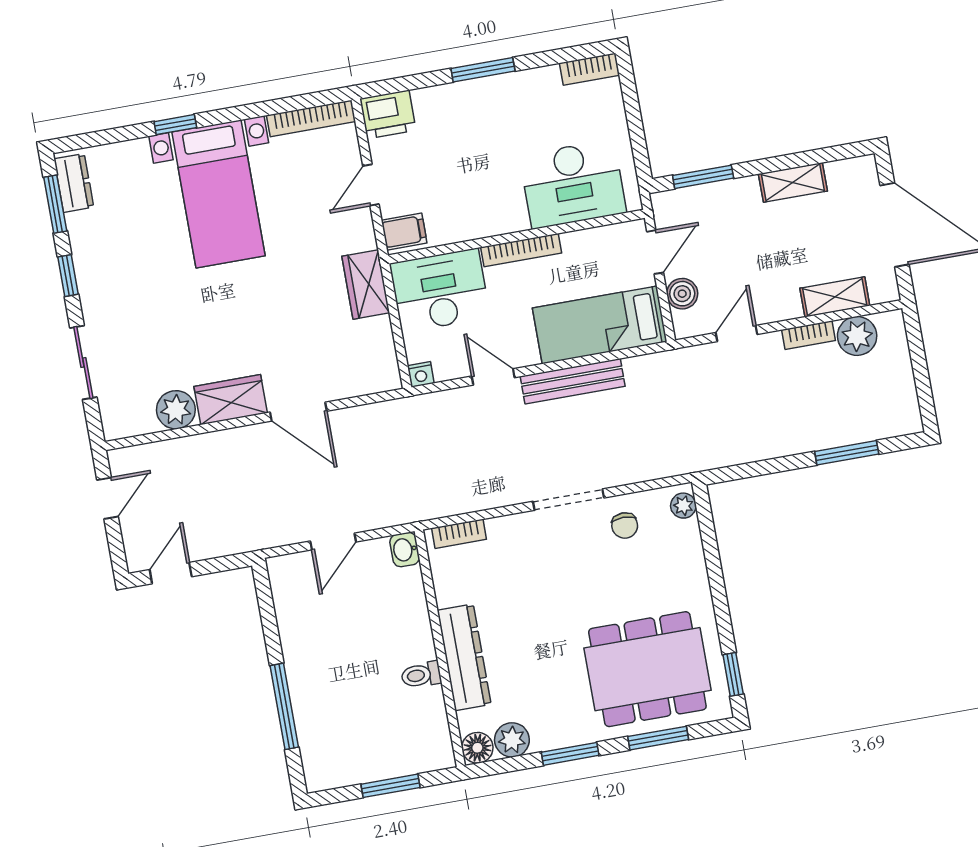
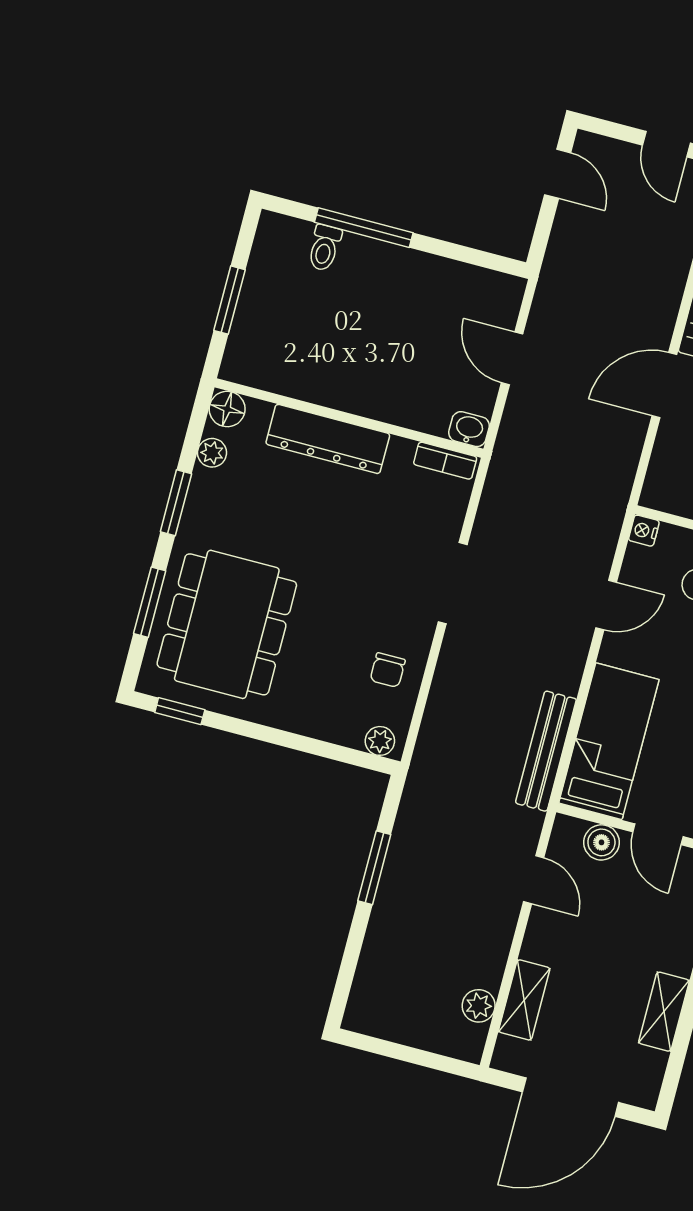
bookcase: (808, 335) -> (497, 954), removed
plant: (857, 336) -> (479, 1006), width x0.73, depth x0.73
bench: (573, 381) -> (546, 751), moved
window: (847, 453) -> (374, 868), moved
doorway: (568, 500) -> (453, 583), moved
chair: (625, 526) -> (388, 670), turned -90
bookcase: (459, 534) -> (445, 461), moved, turned -90
toilet: (421, 675) -> (325, 248), moved, turned 180
plant: (512, 740) -> (212, 453), width x0.73, depth x0.73

